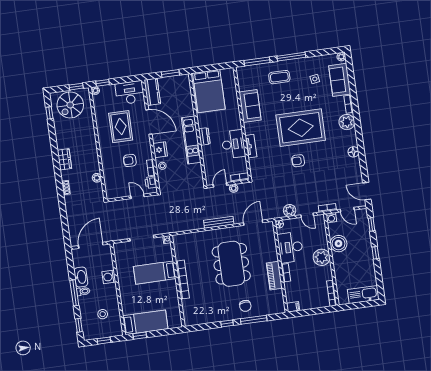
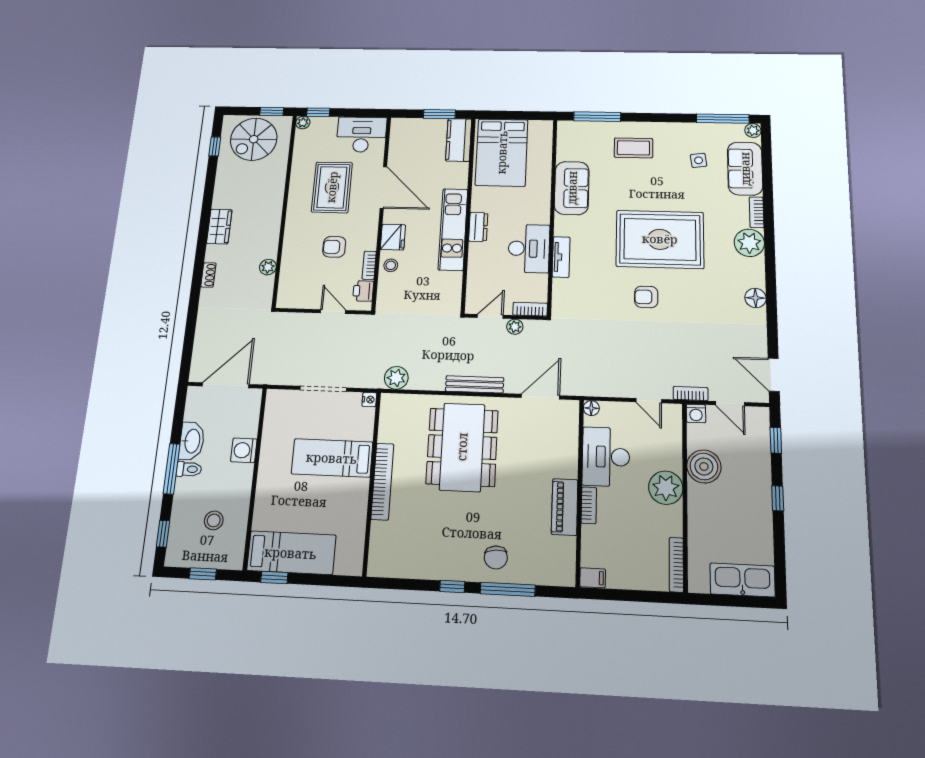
window: (291, 57) -> (723, 119), moved
kitchen counter: (152, 92) -> (459, 140), moved, turned 180
plant: (290, 210) -> (396, 378), moved
dining table: (231, 264) -> (462, 447), moved

